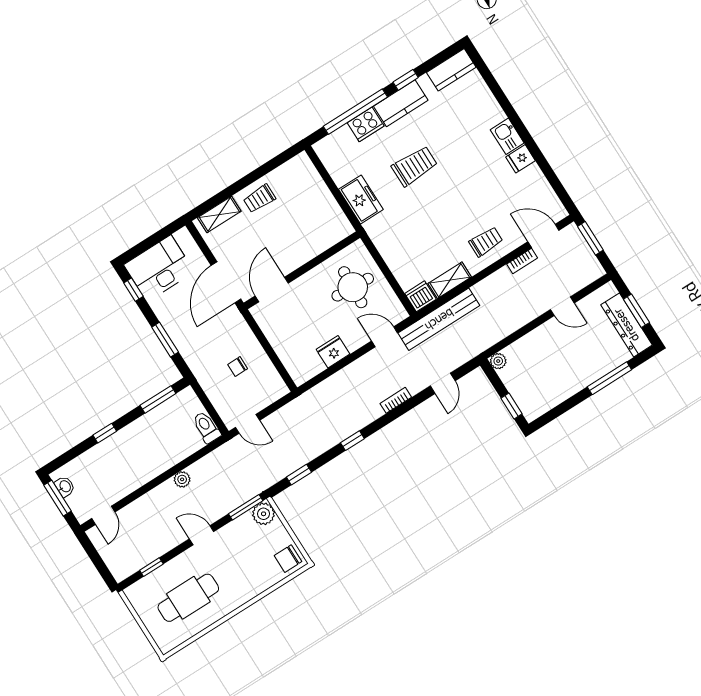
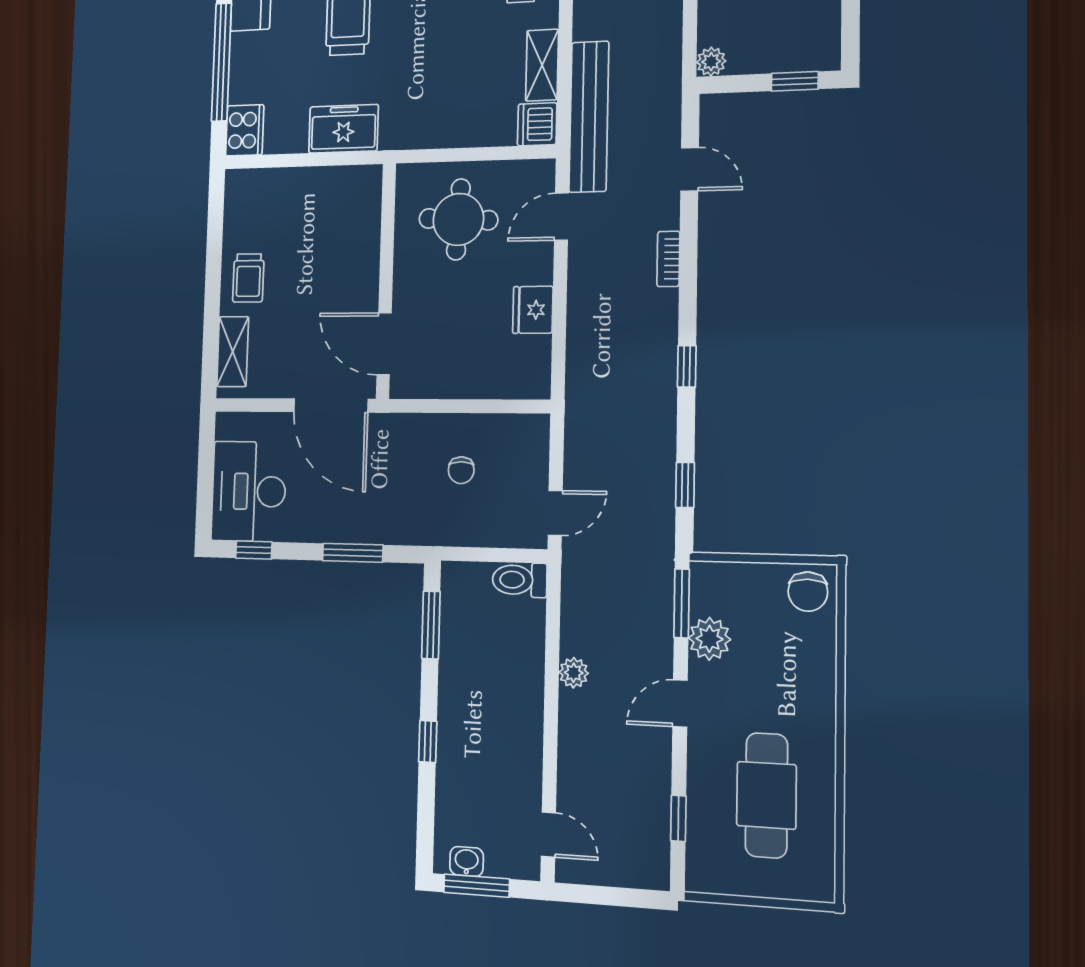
cooker: (366, 124) -> (245, 130), moved
plant: (264, 514) -> (709, 639), moved

